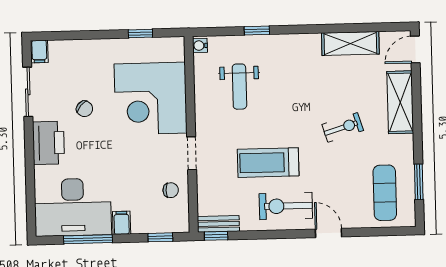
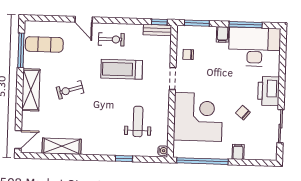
window: (140, 34) -> (202, 161), width x3.17
filing cabinet: (39, 51) -> (238, 152), moved
shelving: (400, 102) -> (31, 90), moved
treadmill: (268, 163) -> (122, 69), turned 180
window: (419, 182) -> (21, 50), width x1.44
exercise mat: (385, 193) -> (44, 44), turned 90
exercise bike: (286, 206) -> (111, 39), width x0.73, depth x0.72
window: (160, 237) -> (197, 23), width x1.50

